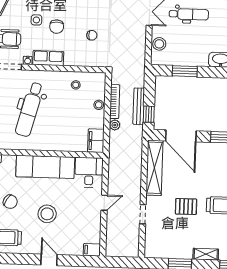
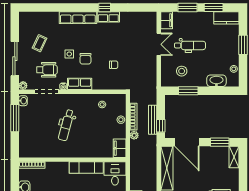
stool: (159, 44) -> (182, 71), moved
dental chair: (30, 109) -> (66, 125), width x0.73, depth x0.72
exam couch: (45, 167) -> (86, 168), width x0.73, depth x0.69

